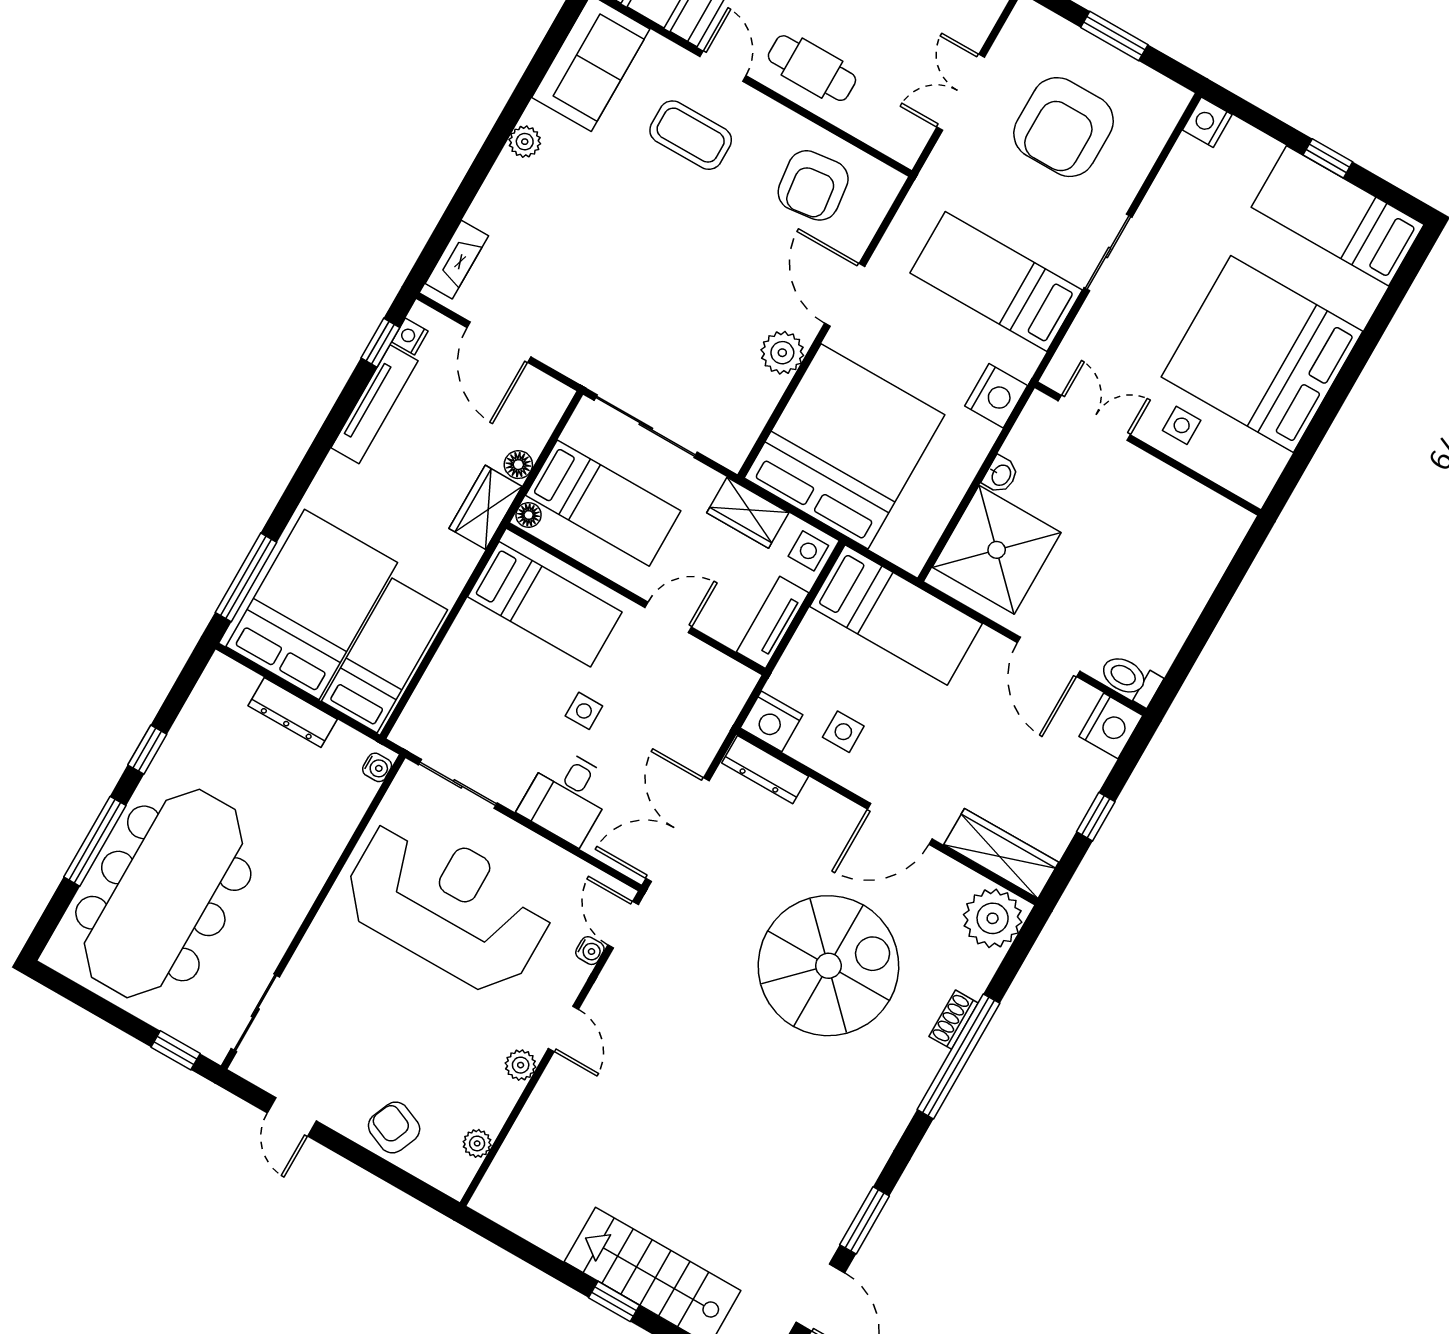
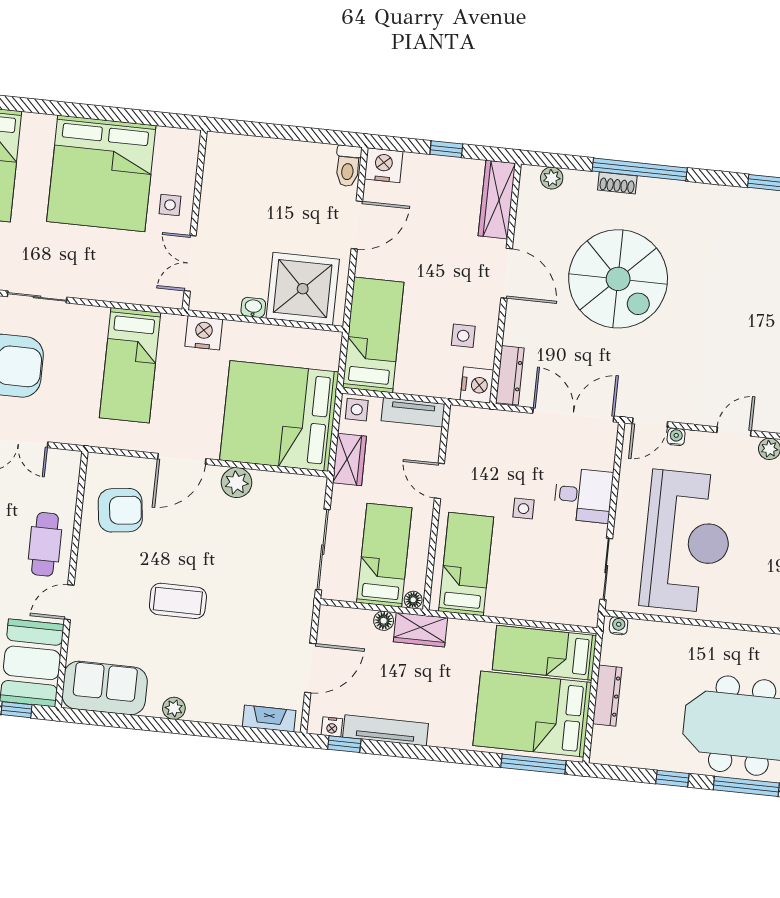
coffee table: (691, 135) -> (178, 601), moved, turned 90
sliding door: (1108, 253) -> (37, 297), moved
double door: (678, 830) -> (573, 415), swing flipped
reception desk: (448, 905) -> (687, 541), turned 180
plant: (993, 918) -> (552, 178), width x0.53, depth x0.53
spiral stairs: (828, 966) -> (618, 279), turned 180

